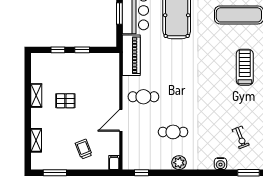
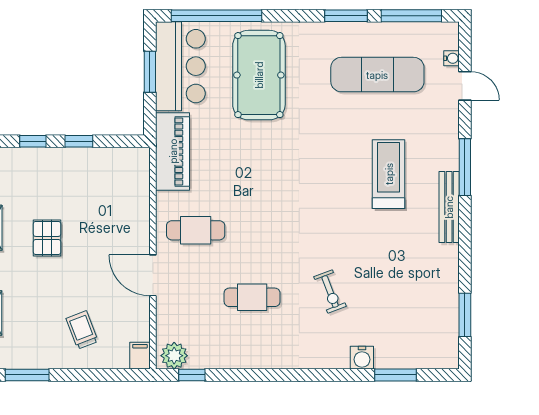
pallet: (65, 101) -> (47, 238), turned 90
door: (121, 120) -> (153, 275), hinge flipped
exercise bike: (241, 137) -> (330, 292), moved
plant: (179, 163) -> (174, 356), moved
water cooler: (220, 164) -> (362, 358), moved

